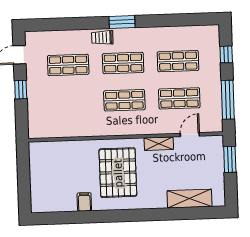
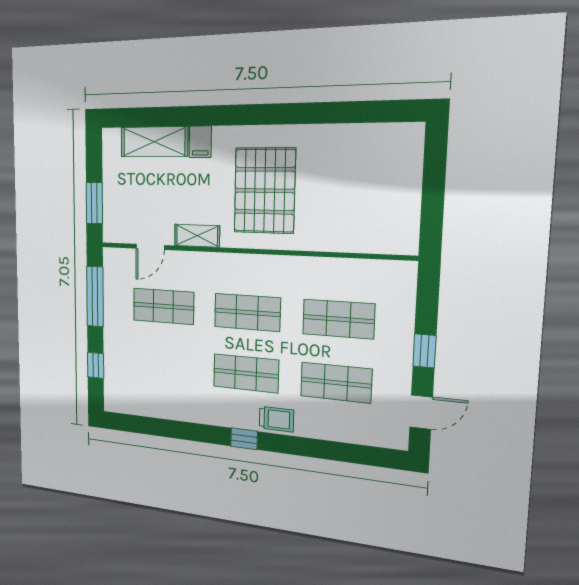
window: (122, 22) -> (244, 439), width x0.67
shop shelf: (178, 61) -> (338, 319), moved
filing cabinet: (84, 202) -> (200, 142), moved

